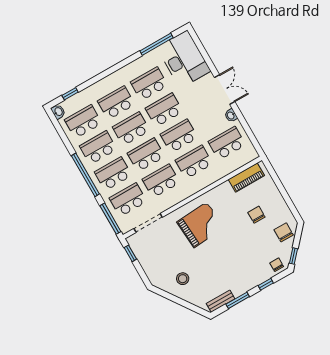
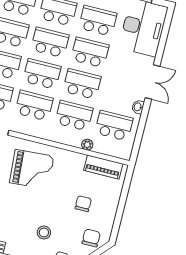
plant: (221, 173) -> (87, 145), added
stool: (249, 259) -> (44, 233), added

